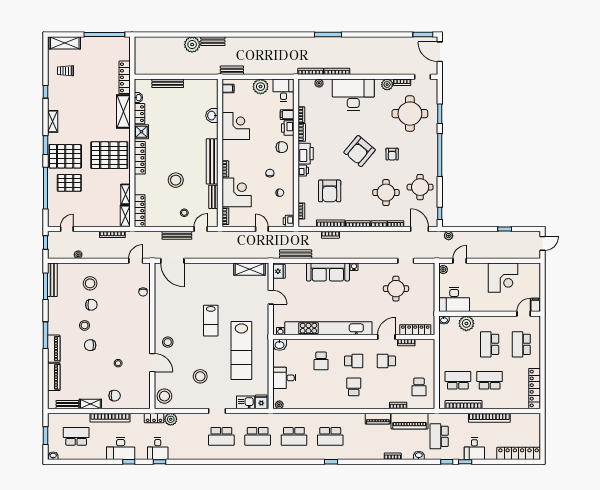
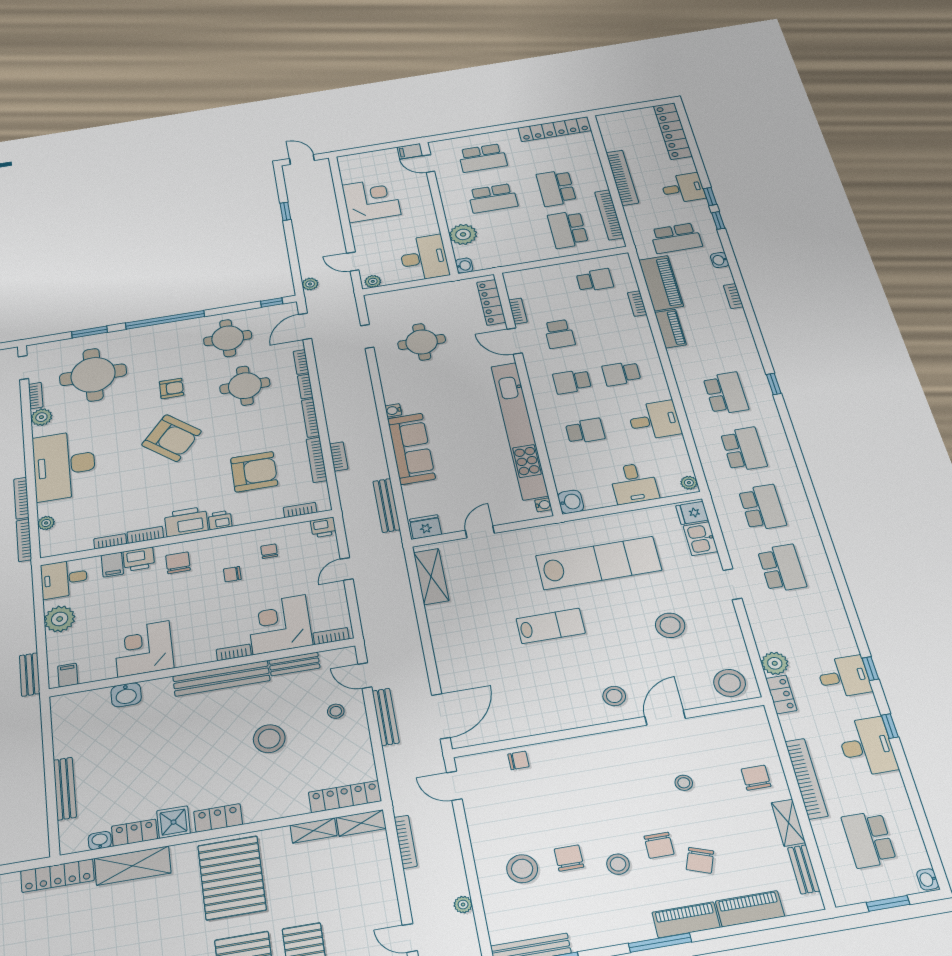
locker: (140, 158) -> (218, 818), width x0.66
chair: (80, 361) -> (700, 860), added
school desk: (354, 361) -> (572, 382), turned -90
desk: (321, 397) -> (654, 420), added

